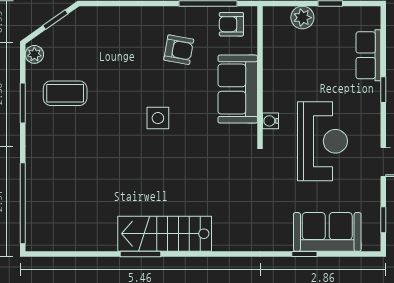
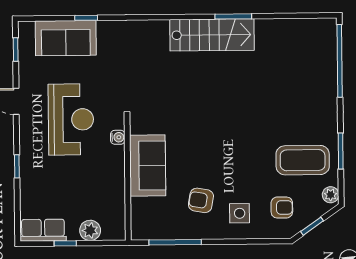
armchair: (231, 24) -> (282, 207), moved
row of seats: (368, 55) -> (43, 230), moved, turned -90
coffee table: (65, 93) -> (303, 160), width x1.36, depth x1.32
side table: (158, 118) -> (240, 213), moved
reception desk: (322, 141) -> (71, 119), turned 180

